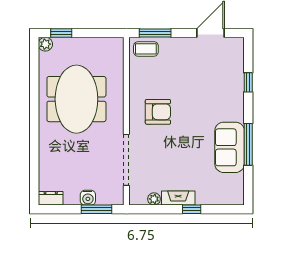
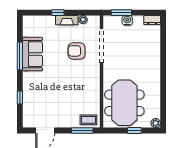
window: (61, 33) -> (134, 130), moved
meeting table: (76, 99) -> (124, 103), moved
armchair: (158, 112) -> (76, 51), moved

